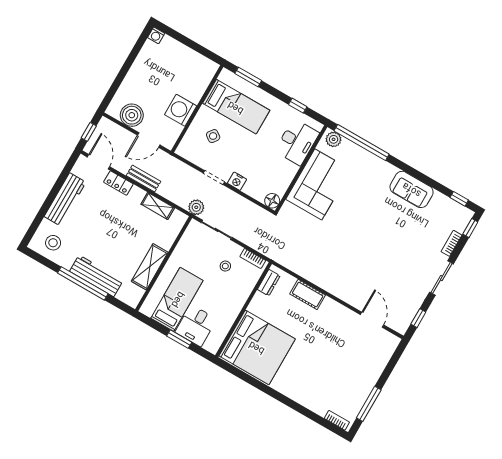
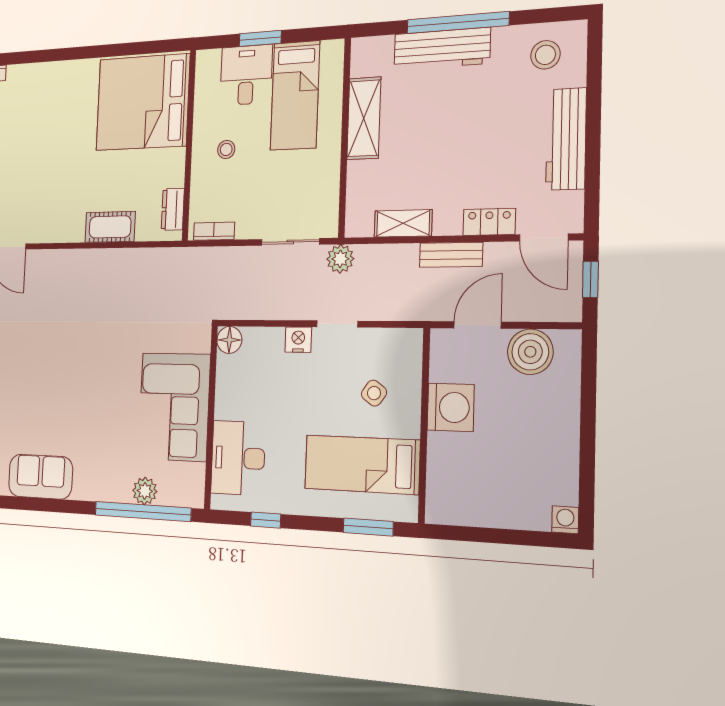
plant: (334, 139) -> (145, 491), moved
stool: (225, 266) -> (226, 149), moved

